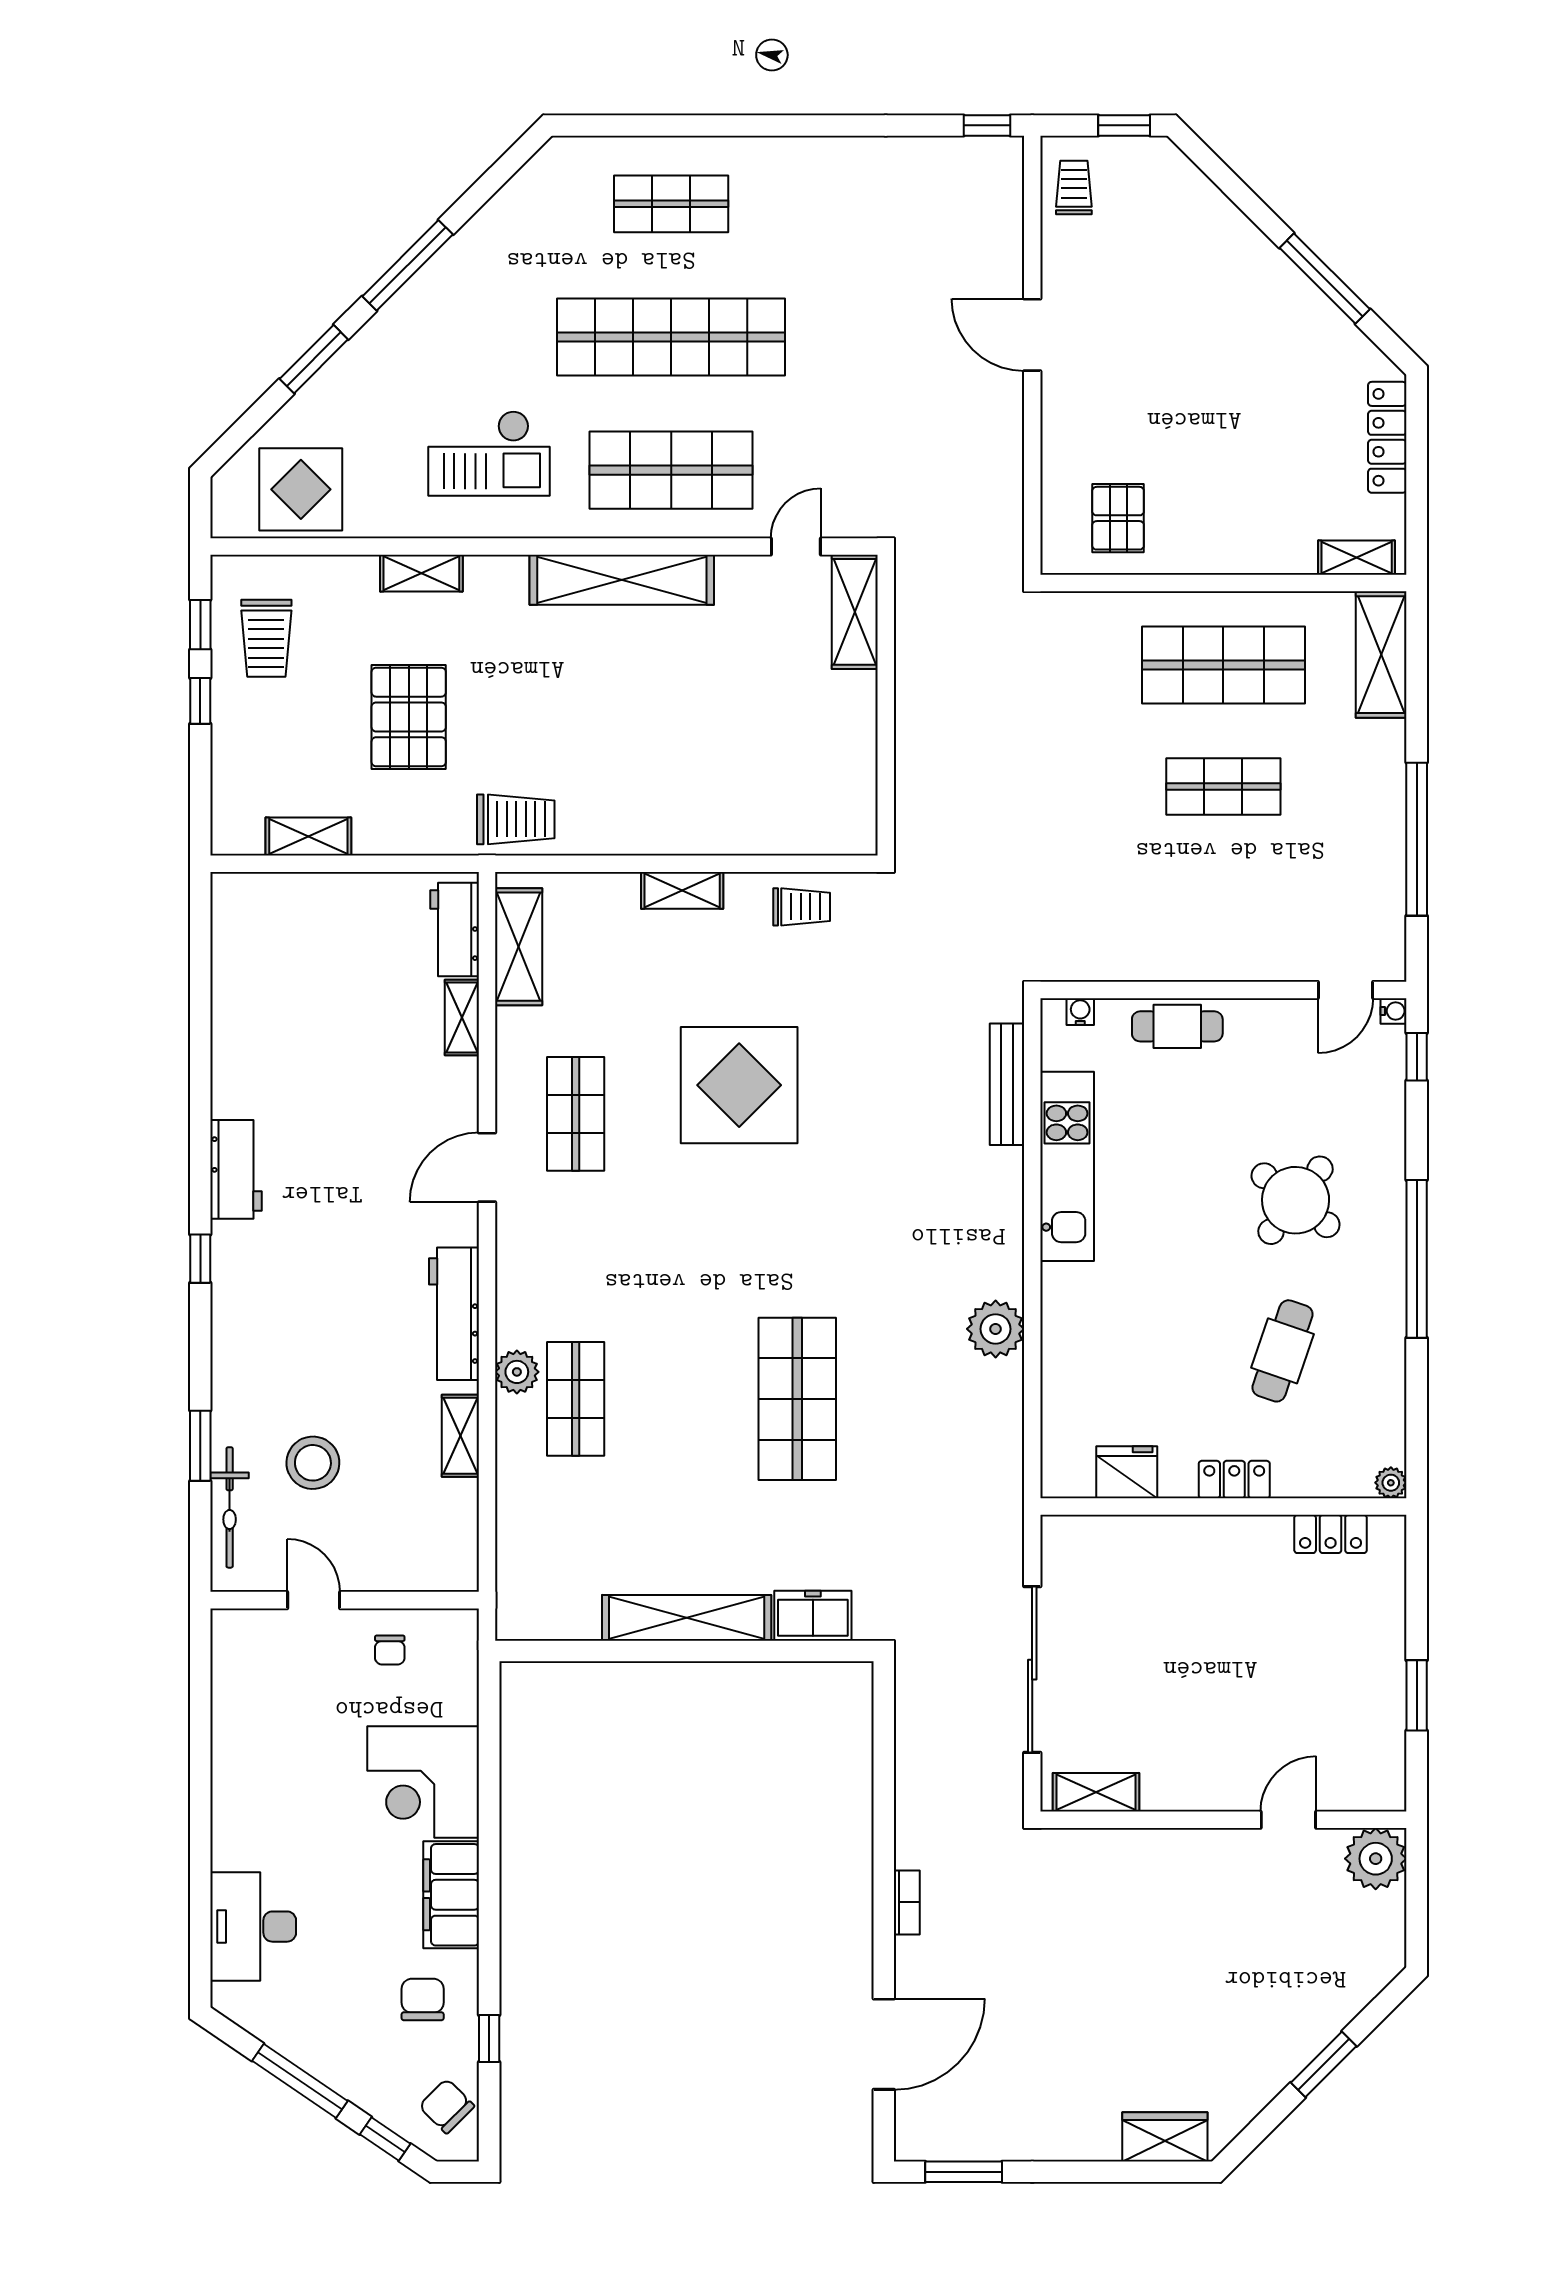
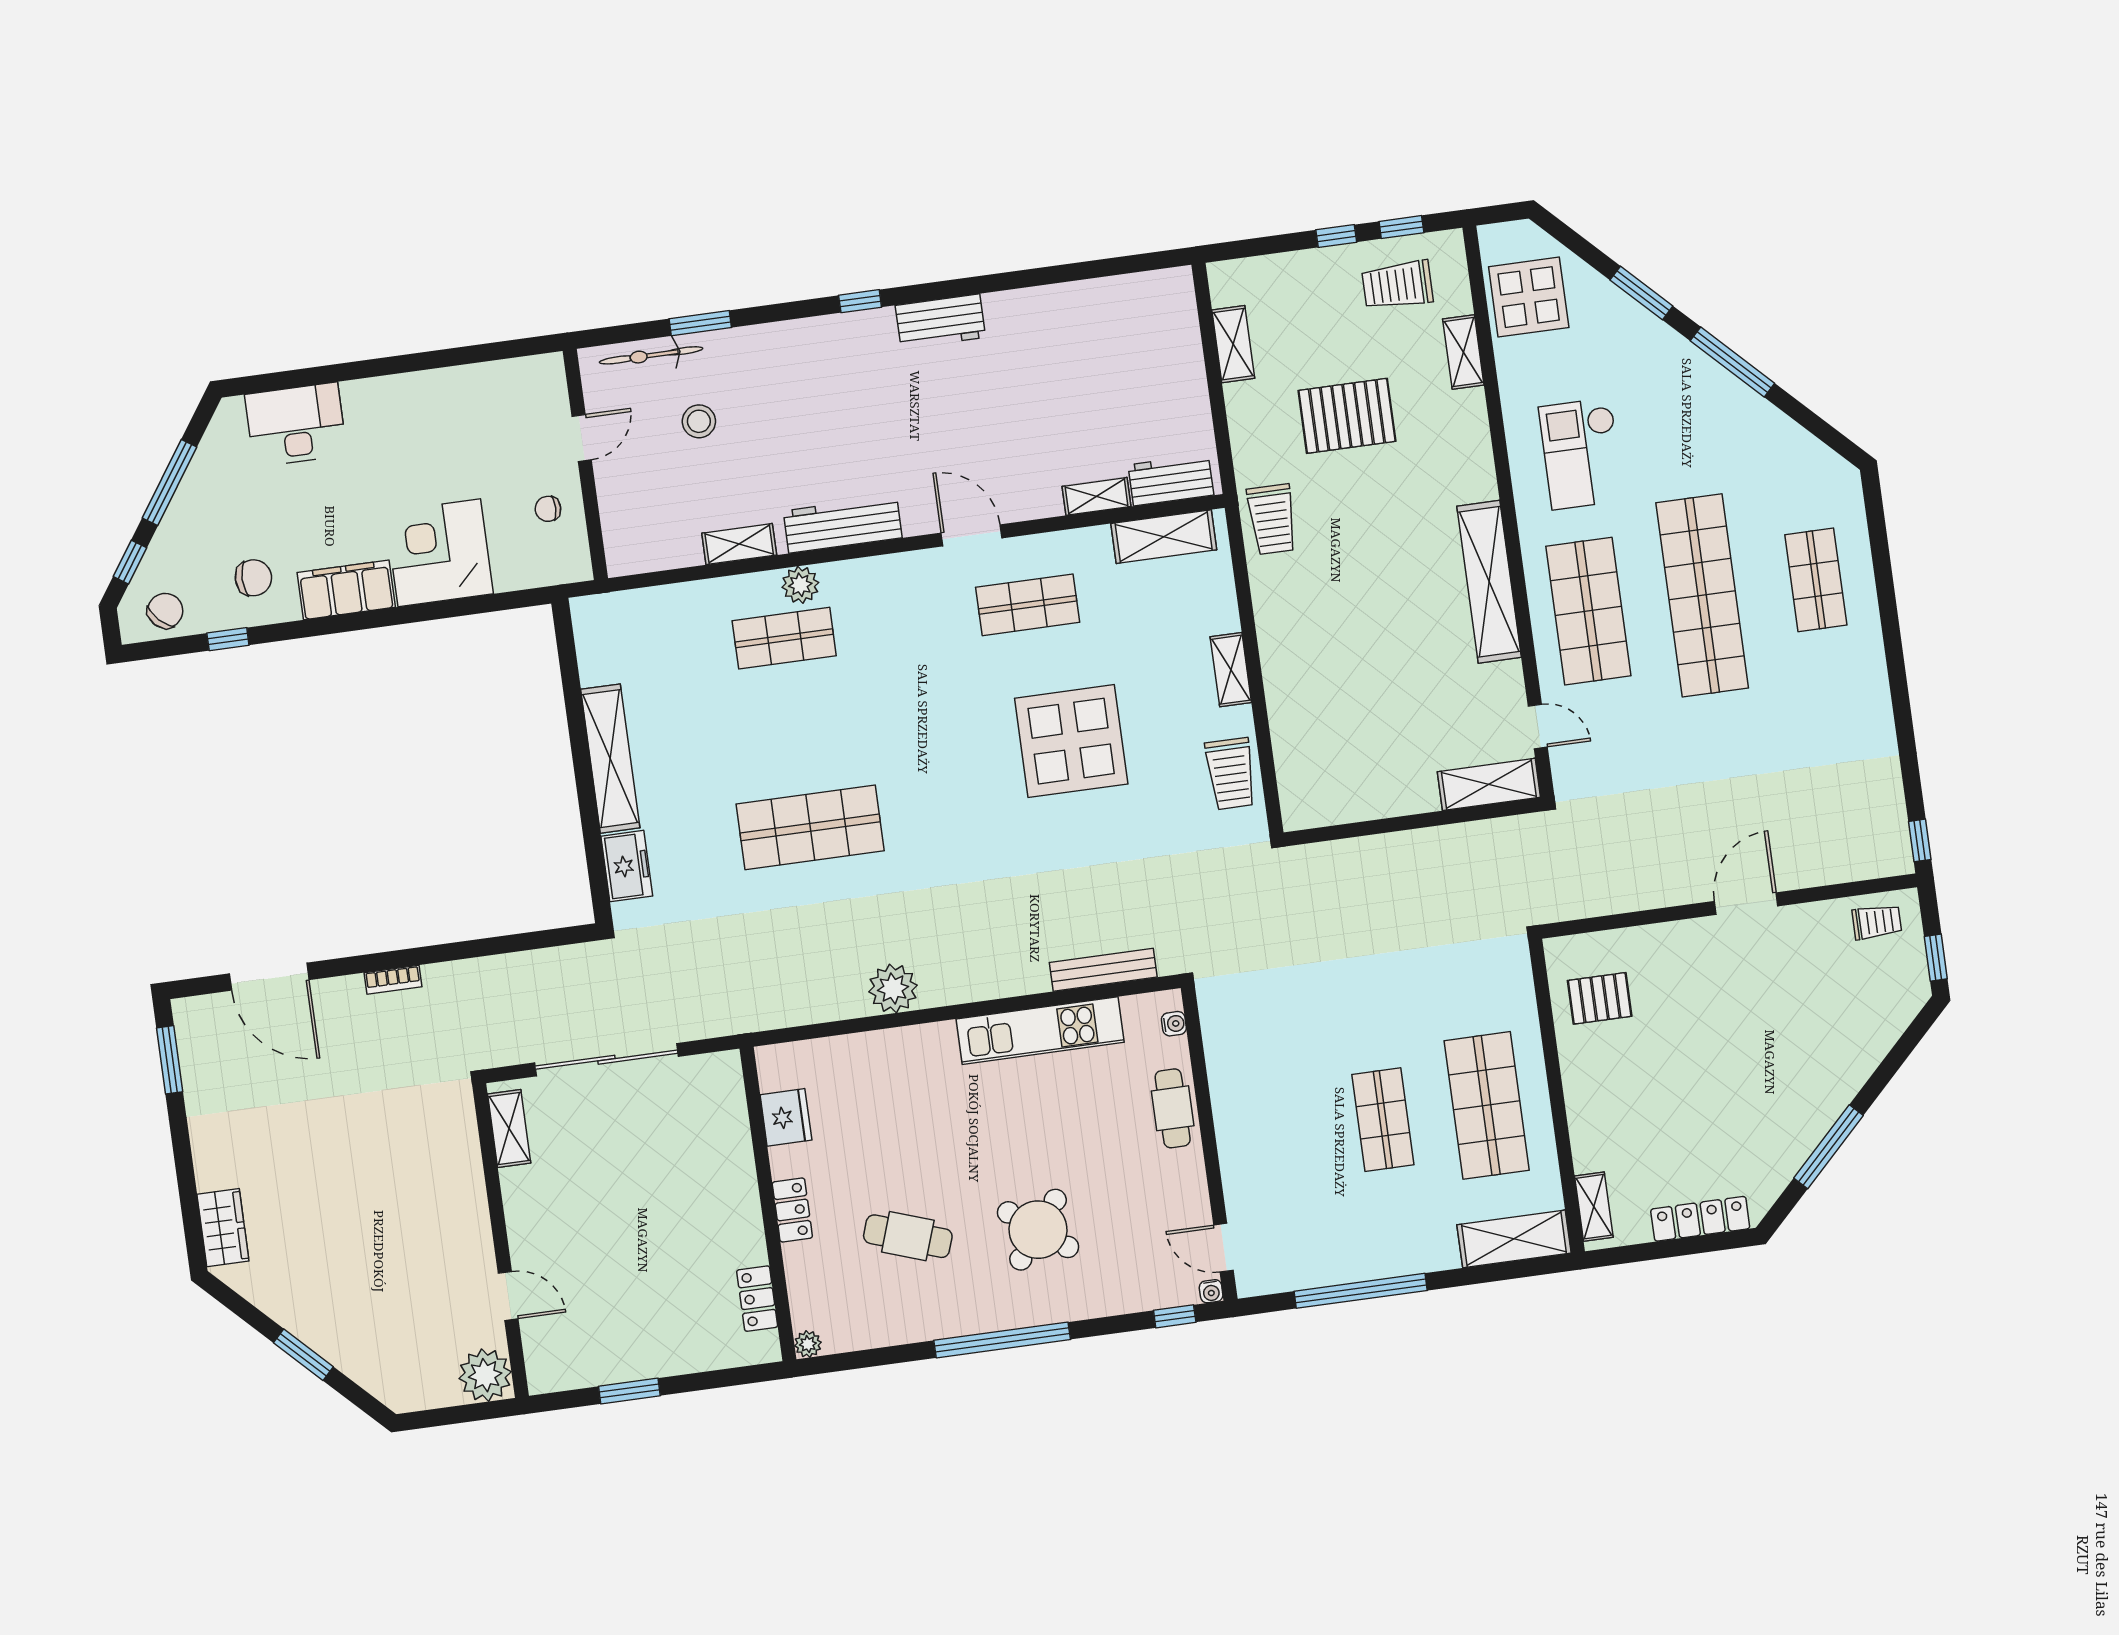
shelving: (421, 573) -> (1463, 352), moved
trolley: (802, 907) -> (1231, 774), width x1.36, depth x1.39
stool: (313, 1463) -> (699, 421), width x0.73, depth x0.73

